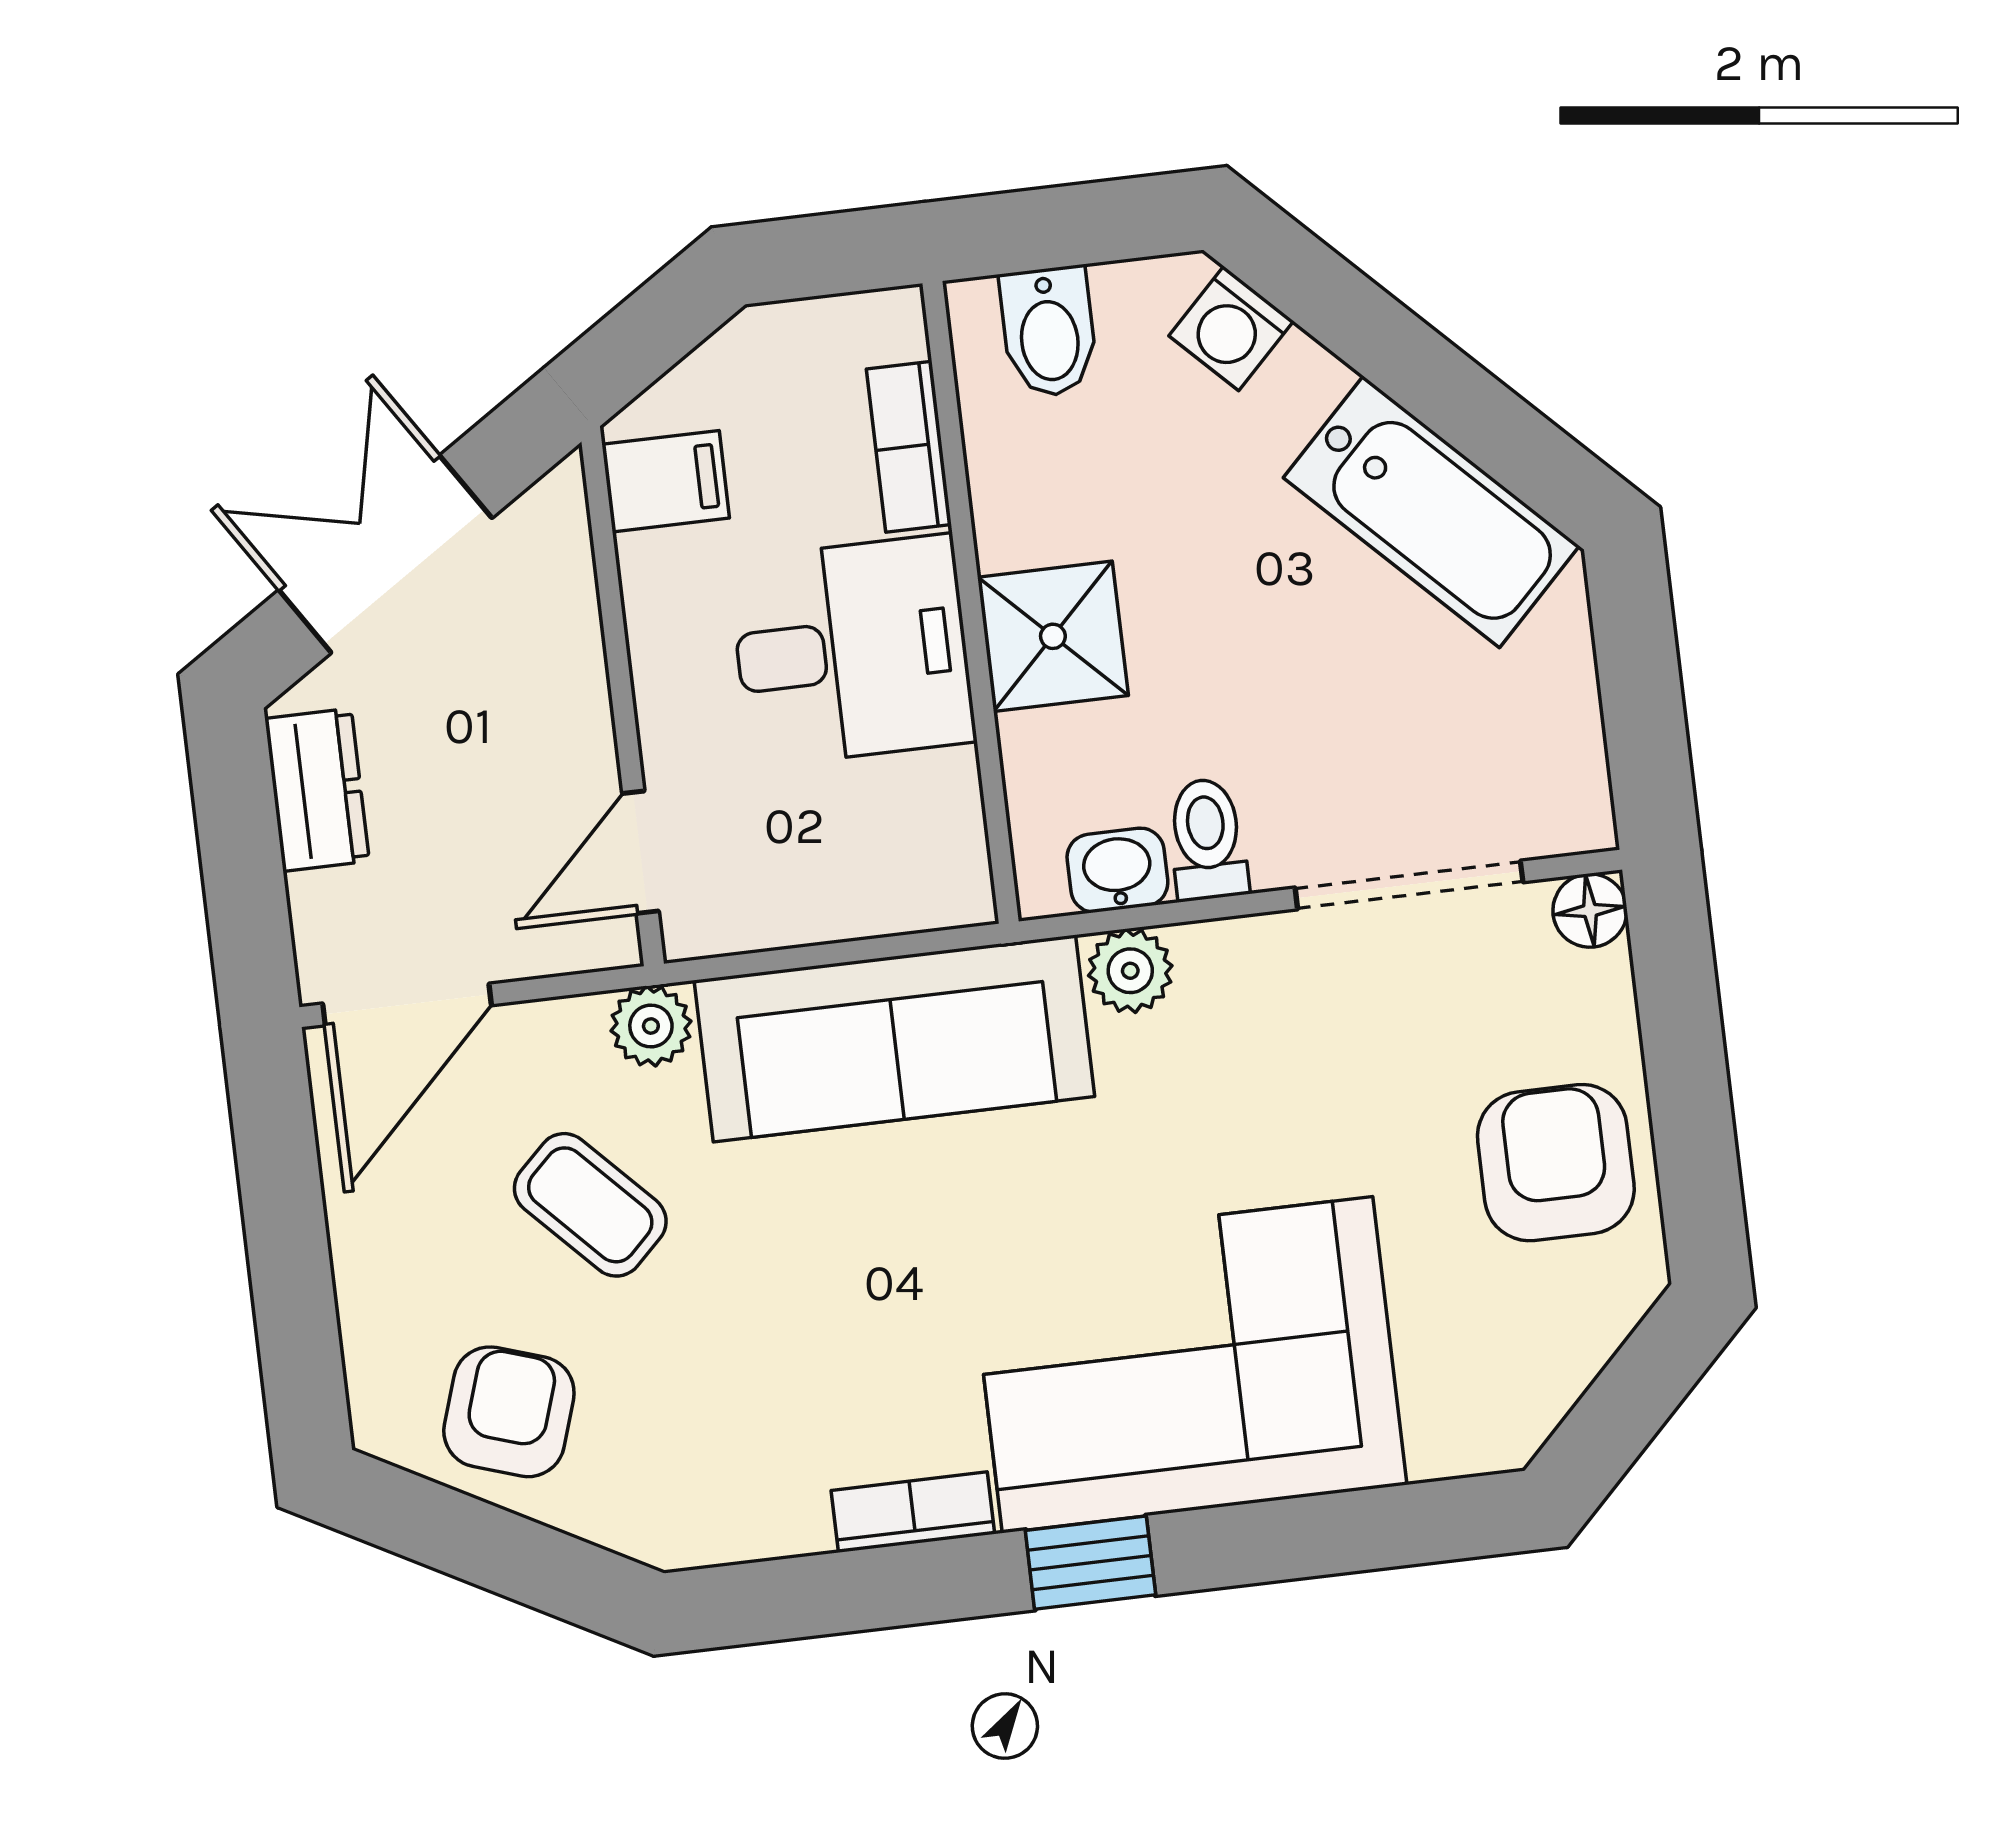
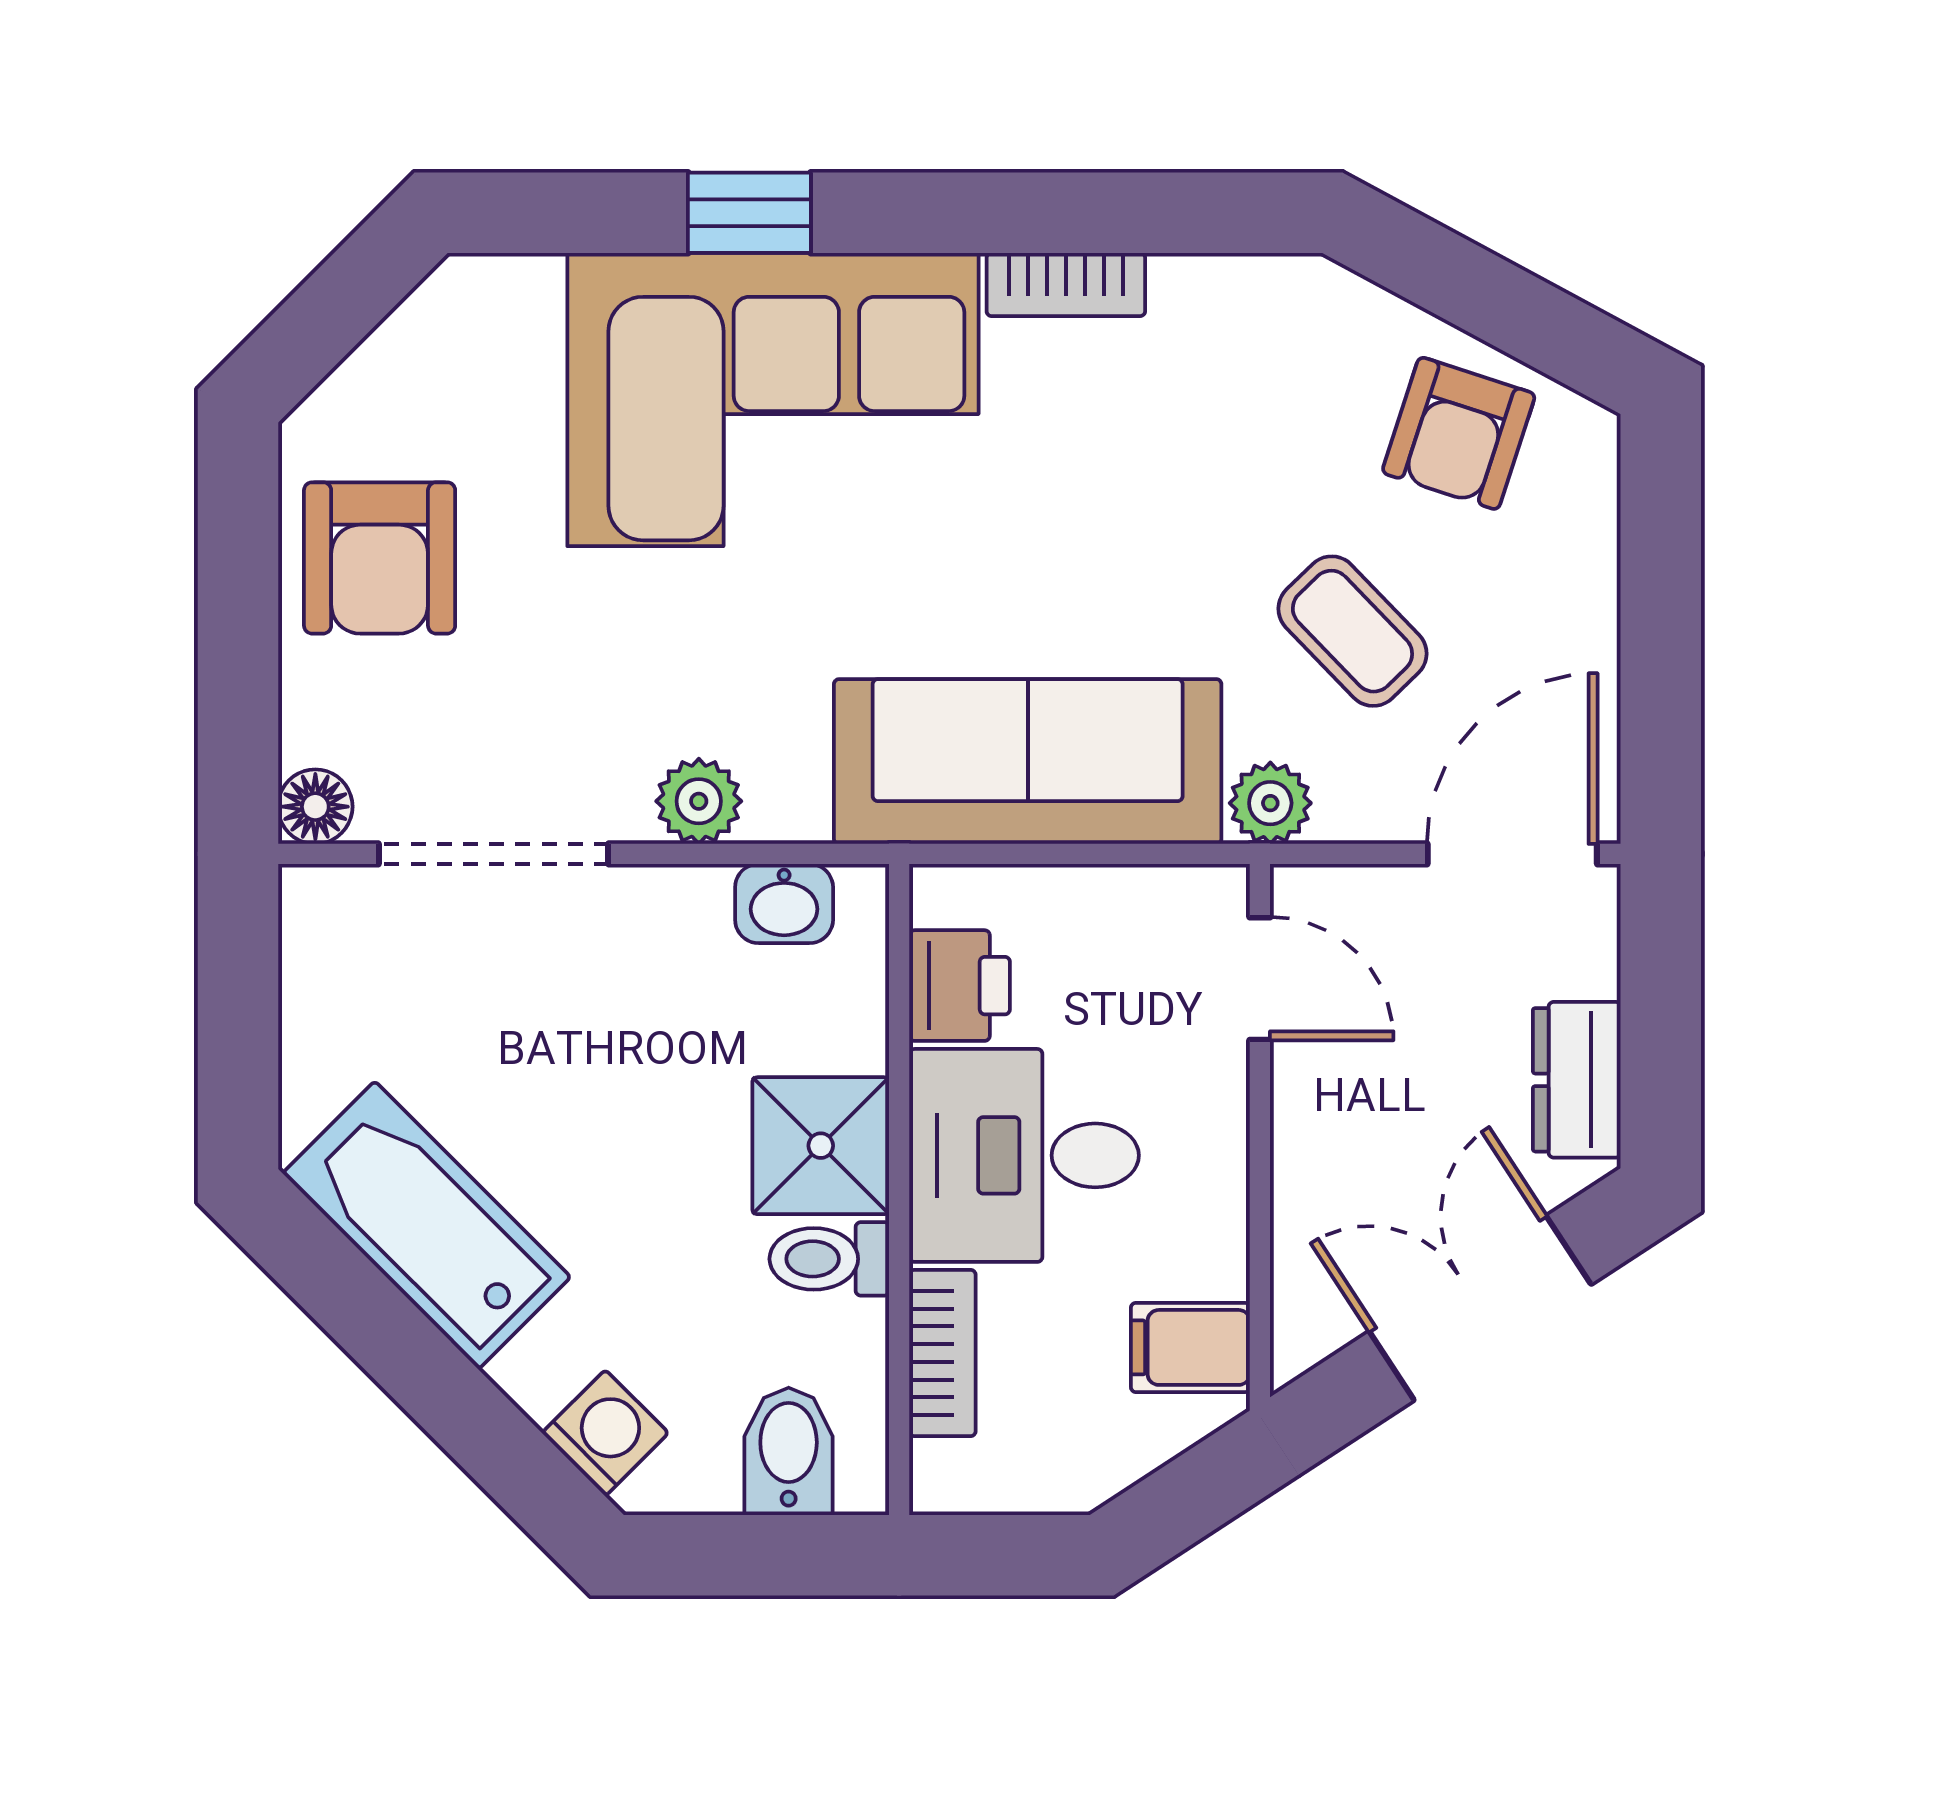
double door: (385, 554) -> (1480, 1308), swing flipped
printer: (935, 810) -> (960, 986), added
toilet: (1207, 839) -> (829, 1259), moved, turned 90
door: (641, 852) -> (1260, 979), hinge flipped
plant: (1130, 971) -> (699, 801), moved
window: (1090, 1563) -> (749, 213), moved

